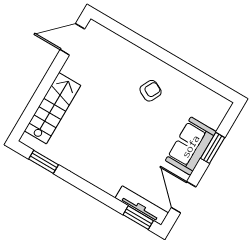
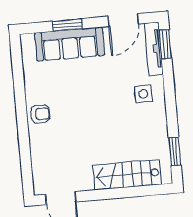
armchair: (151, 91) -> (40, 114), moved, turned 153
sofa: (191, 146) -> (70, 44), width x1.36
side table: (110, 170) -> (143, 94), added

